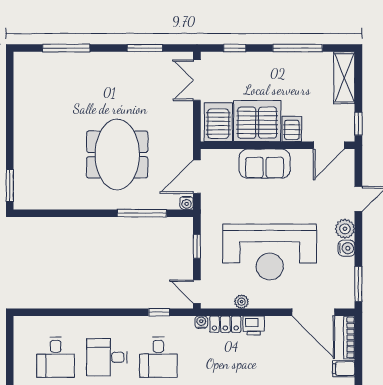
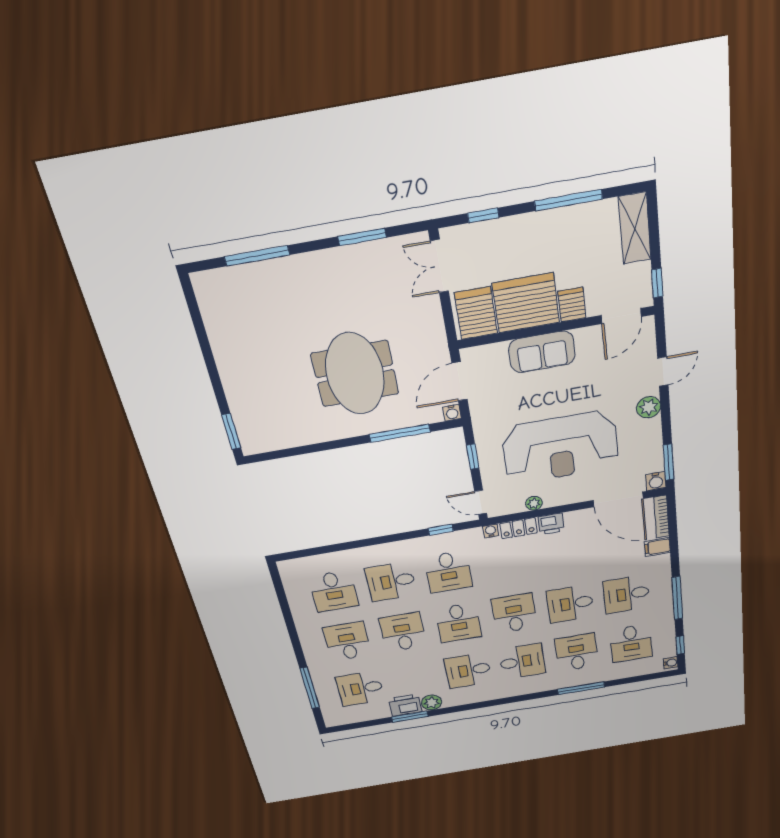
water cooler: (347, 248) -> (656, 481), moved, turned 90

